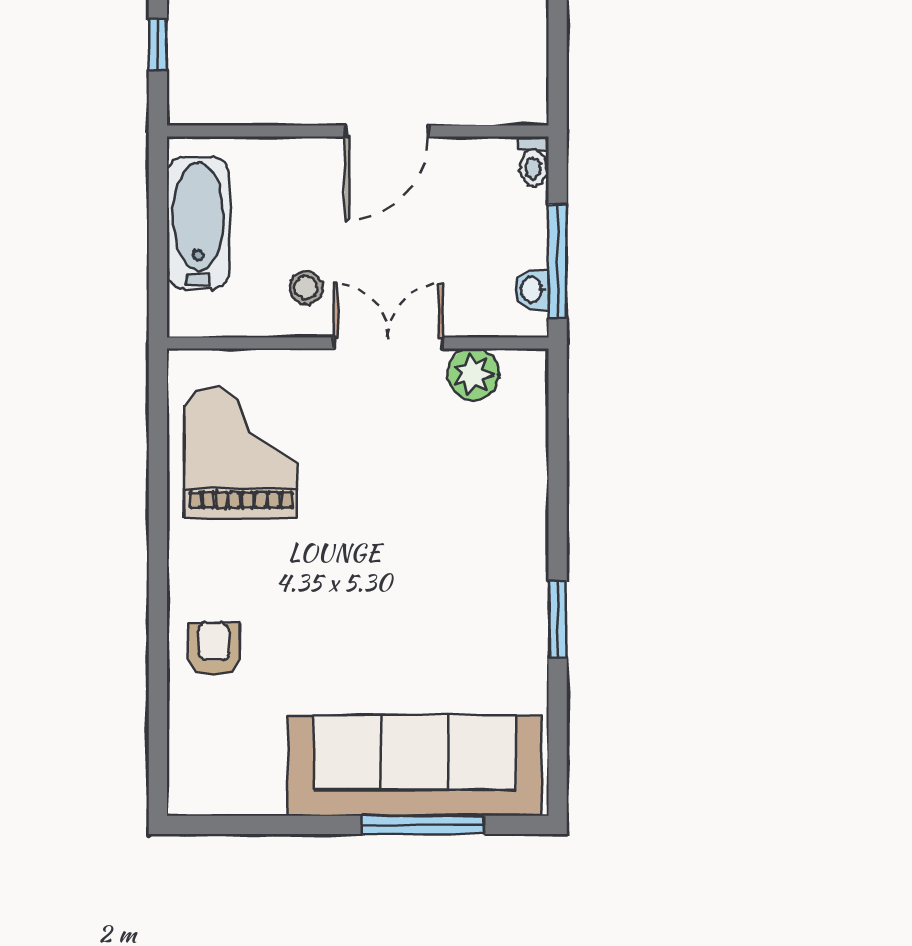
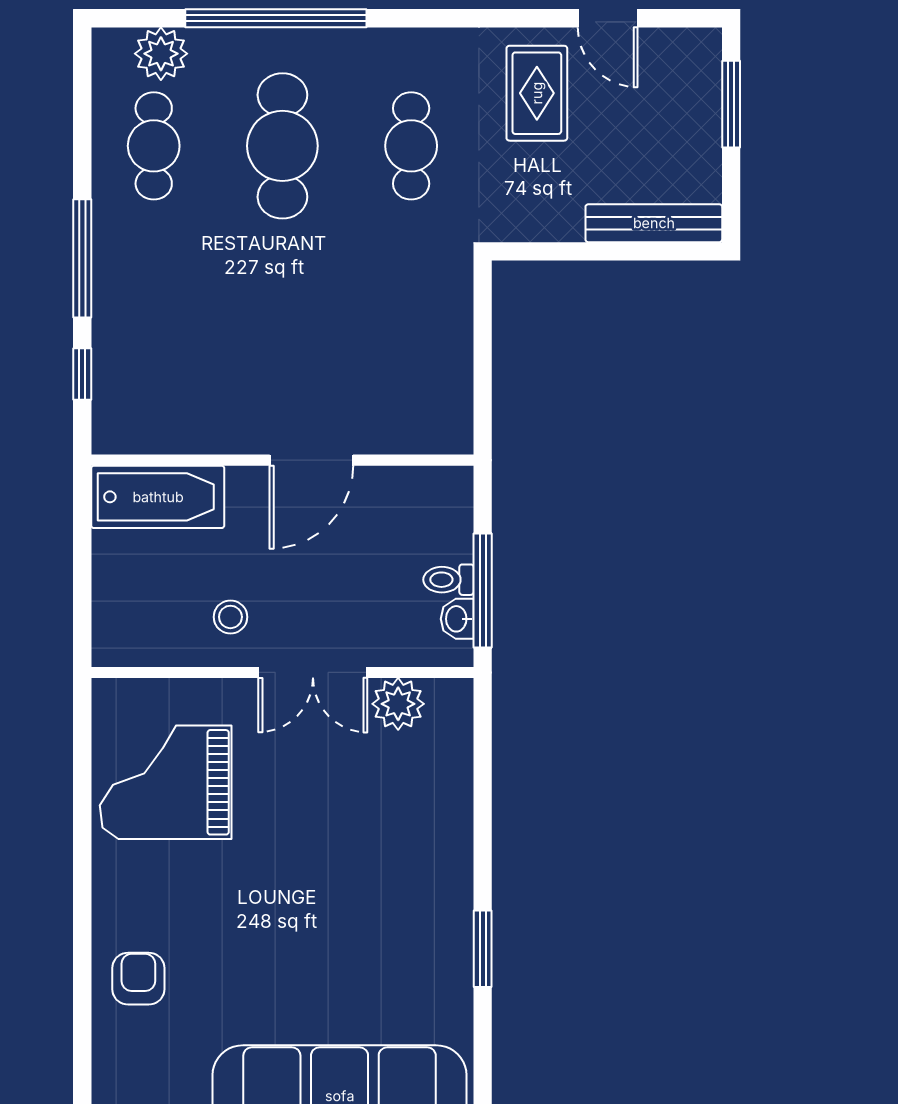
toilet: (533, 161) -> (448, 580), moved, turned 90
bathtub: (198, 223) -> (158, 497), moved, turned 90
double door: (388, 343) -> (313, 672), swing flipped
grand piano: (241, 453) -> (166, 782), turned -90

